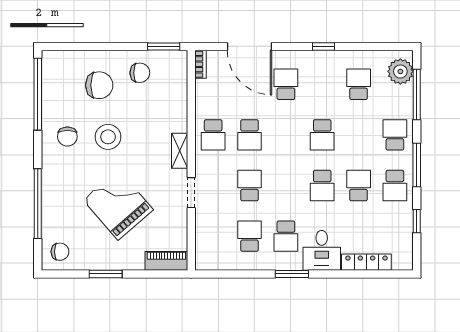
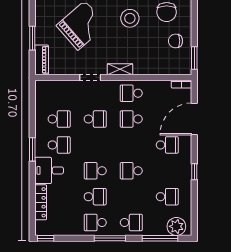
chair: (140, 73) -> (175, 41), turned 90
window: (417, 221) -> (46, 238), moved
school desk: (286, 236) -> (59, 145), turned 180
window: (106, 274) -> (32, 38), moved

